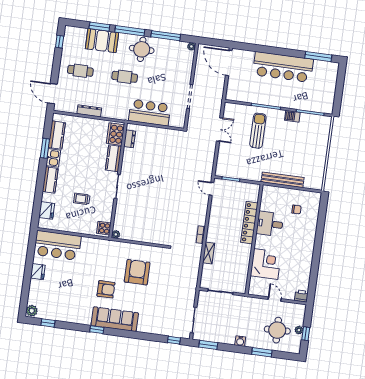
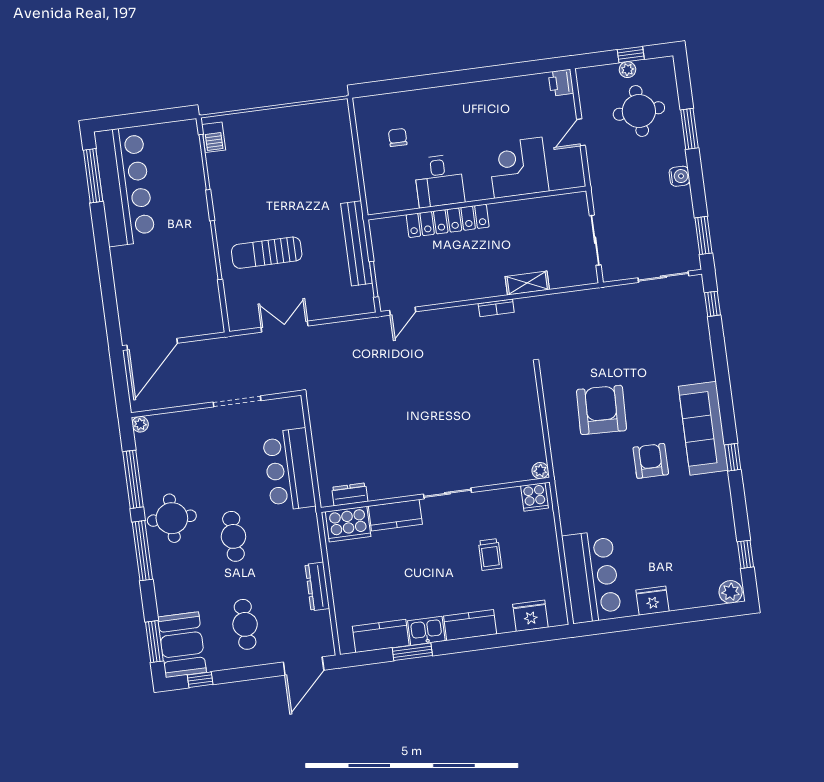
window: (99, 27) -> (154, 642), moved
booth: (102, 41) -> (182, 645), moved
bar counter: (283, 67) -> (125, 186), moved
barbecue: (292, 116) -> (214, 137), moved
bench: (283, 180) -> (356, 243), moved
armchair: (137, 272) -> (601, 410), turned 92

